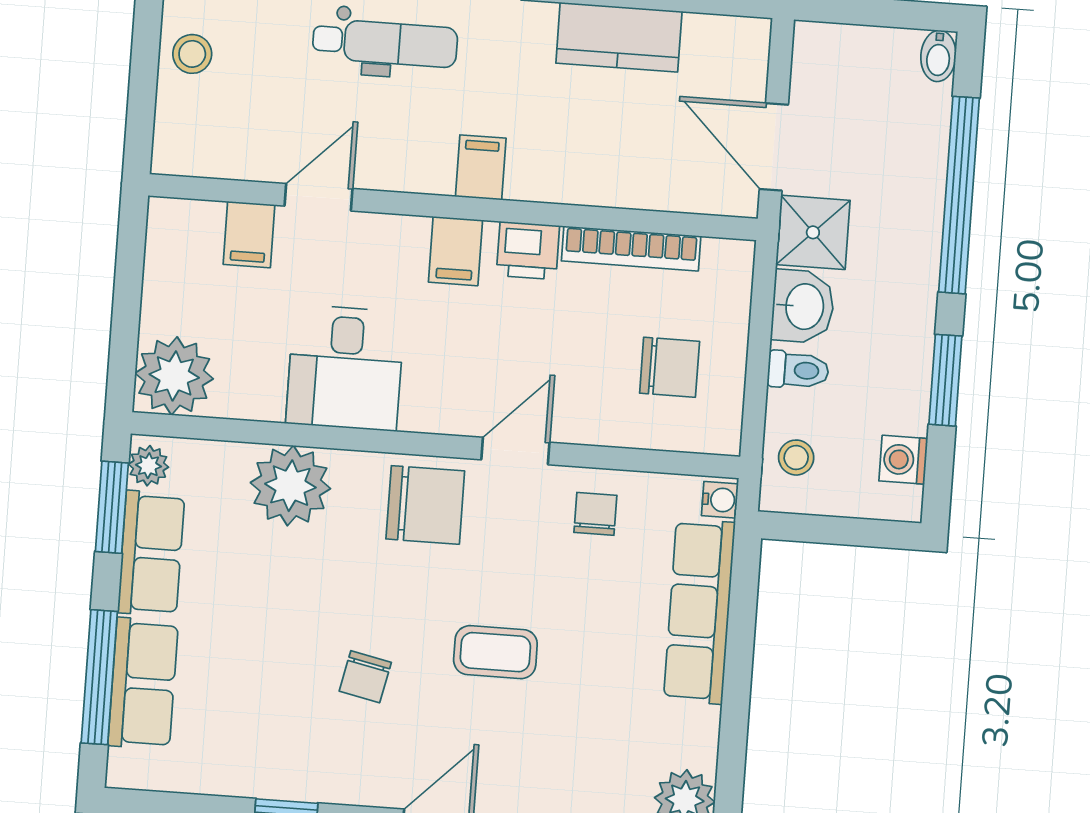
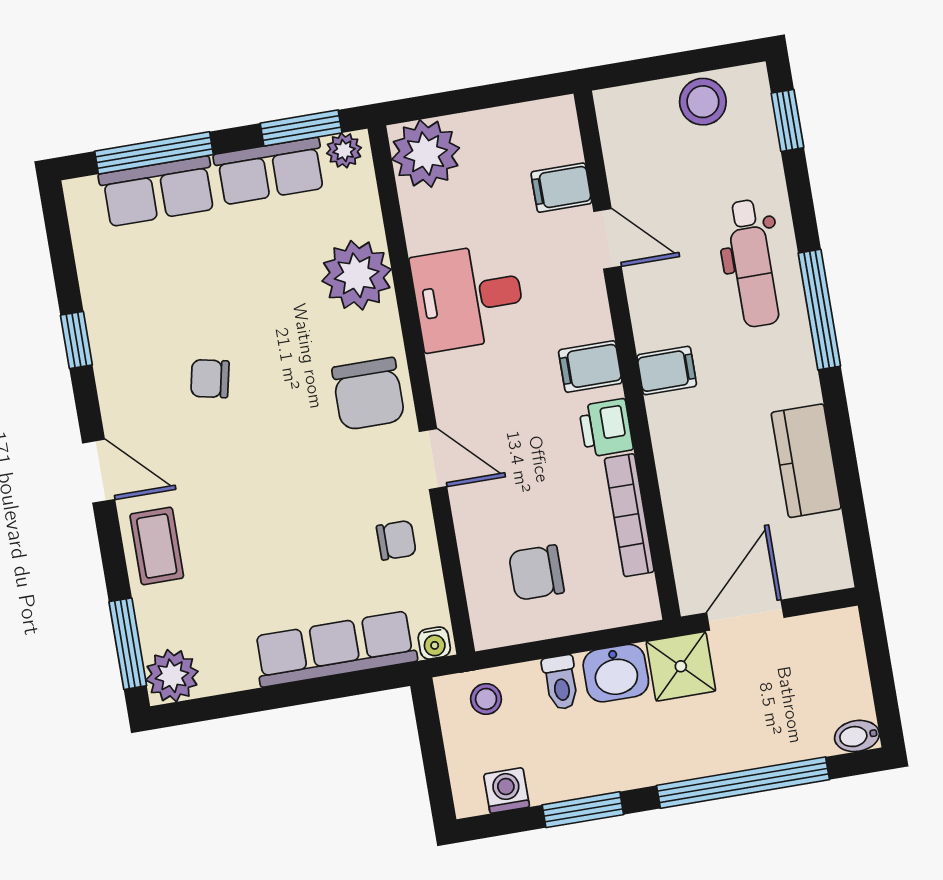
stool: (192, 54) -> (703, 102), width x1.37, depth x1.37
chair: (670, 367) -> (536, 573), turned 90
coffee table: (495, 652) -> (157, 546), moved

